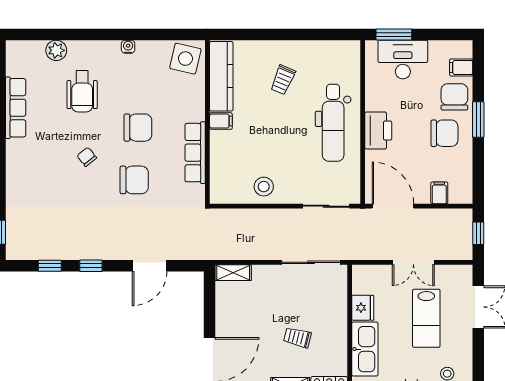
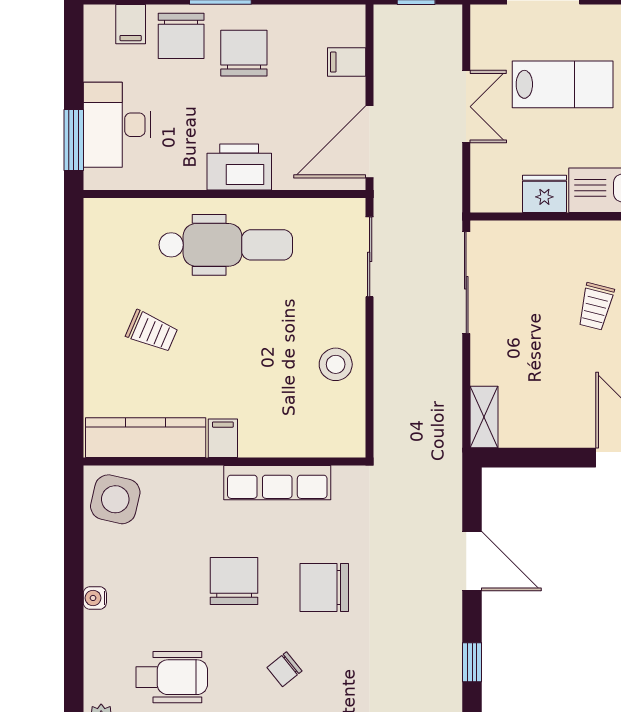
chair: (454, 97) -> (181, 36), turned -90
chair: (134, 180) -> (324, 588), turned -90

